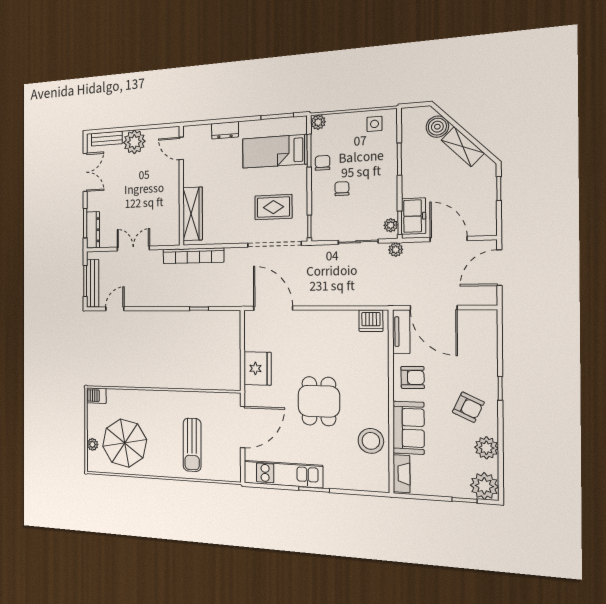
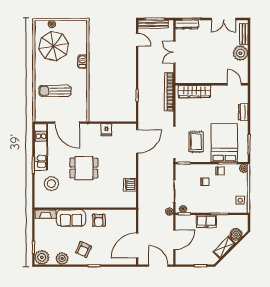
door: (181, 148) -> (234, 84), hinge flipped
bed: (275, 151) -> (224, 143), width x1.50
freezer: (413, 216) -> (206, 221), moved
double door: (133, 248) -> (174, 52), swing flipped
door: (434, 308) -> (137, 246), moved
dishwasher: (371, 321) -> (130, 185), moved
tv unit: (401, 332) -> (124, 214), removed
fridge: (258, 368) -> (106, 130), width x0.53, depth x0.75
barbecue: (96, 396) -> (83, 61), moved
stool: (371, 441) -> (51, 184), moved

